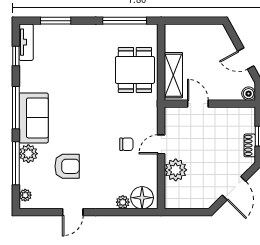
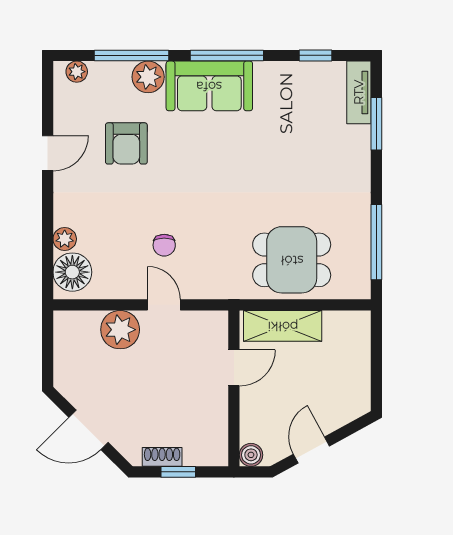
tv unit: (26, 42) -> (359, 92), moved, turned 90
door: (73, 212) -> (48, 153), swing flipped

